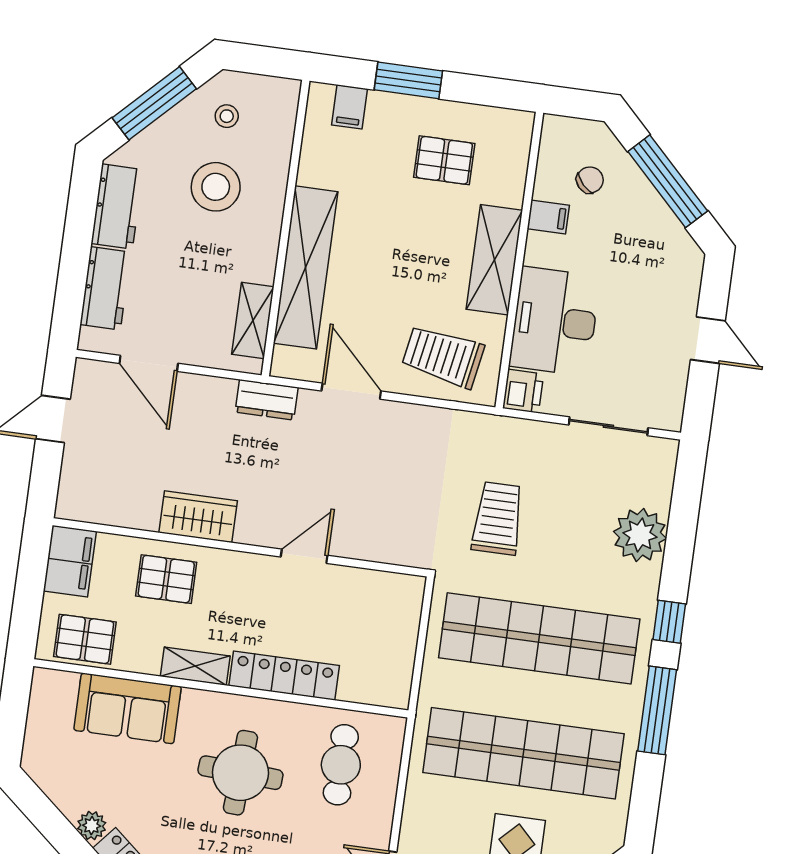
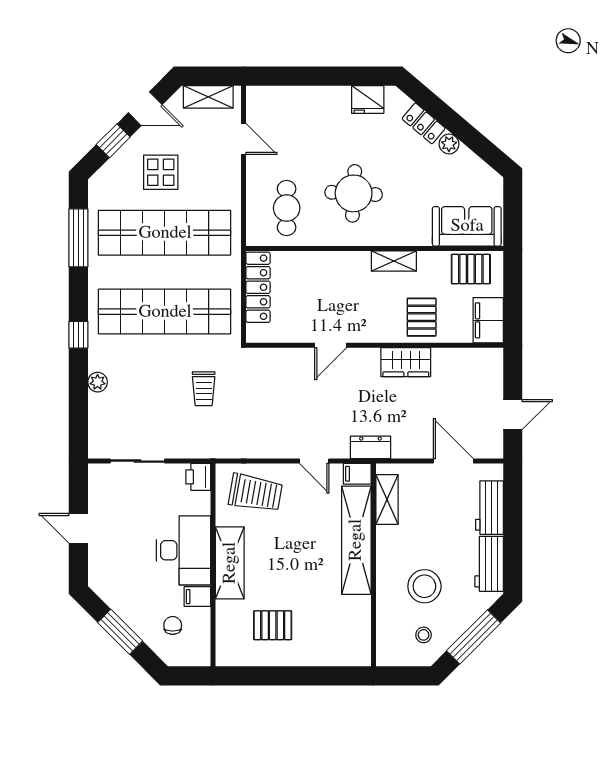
window: (408, 80) -> (304, 676), removed
filing cabinet: (350, 107) -> (357, 474), moved, turned -90
chair: (590, 180) -> (173, 625), turned 133
window: (668, 181) -> (120, 632), width x0.69
desk: (555, 321) -> (183, 550), moved
door: (351, 391) -> (314, 461), width x0.73
trolley: (498, 518) -> (204, 389), width x0.73, depth x0.72
plant: (640, 535) -> (98, 382), width x0.53, depth x0.53
pallet: (166, 579) -> (422, 317), turned 90
locker: (284, 676) -> (258, 287), moved, turned -90
sofa: (128, 708) -> (467, 226), moved
window: (657, 710) -> (78, 238), moved

